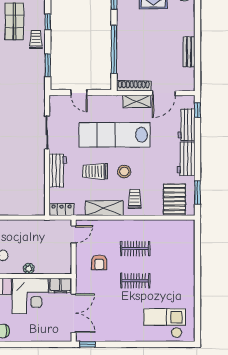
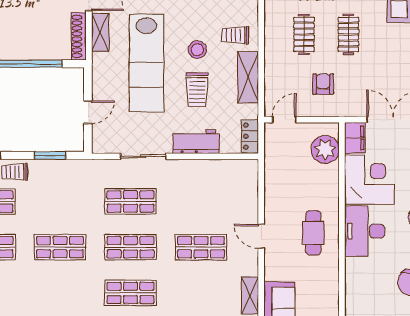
shop shelf: (14, 123) -> (130, 201), added
door: (74, 234) -> (284, 120), hinge flipped
armchair: (99, 262) -> (323, 84), turned -90
plant: (29, 269) -> (325, 149), moved, width x1.88, depth x1.88

